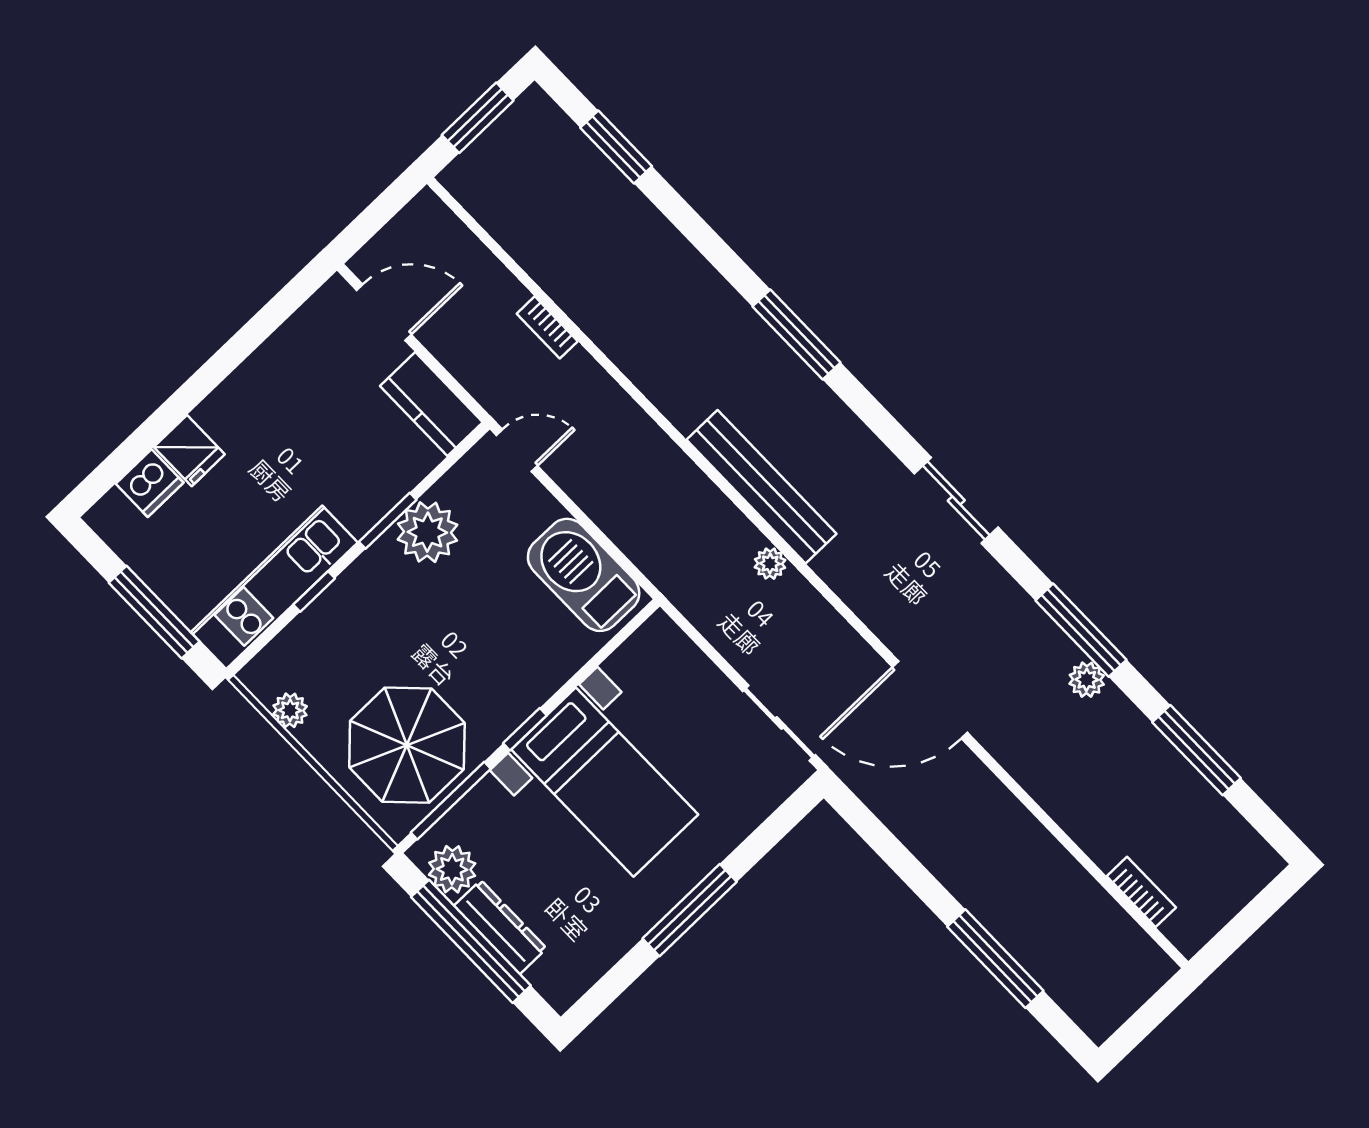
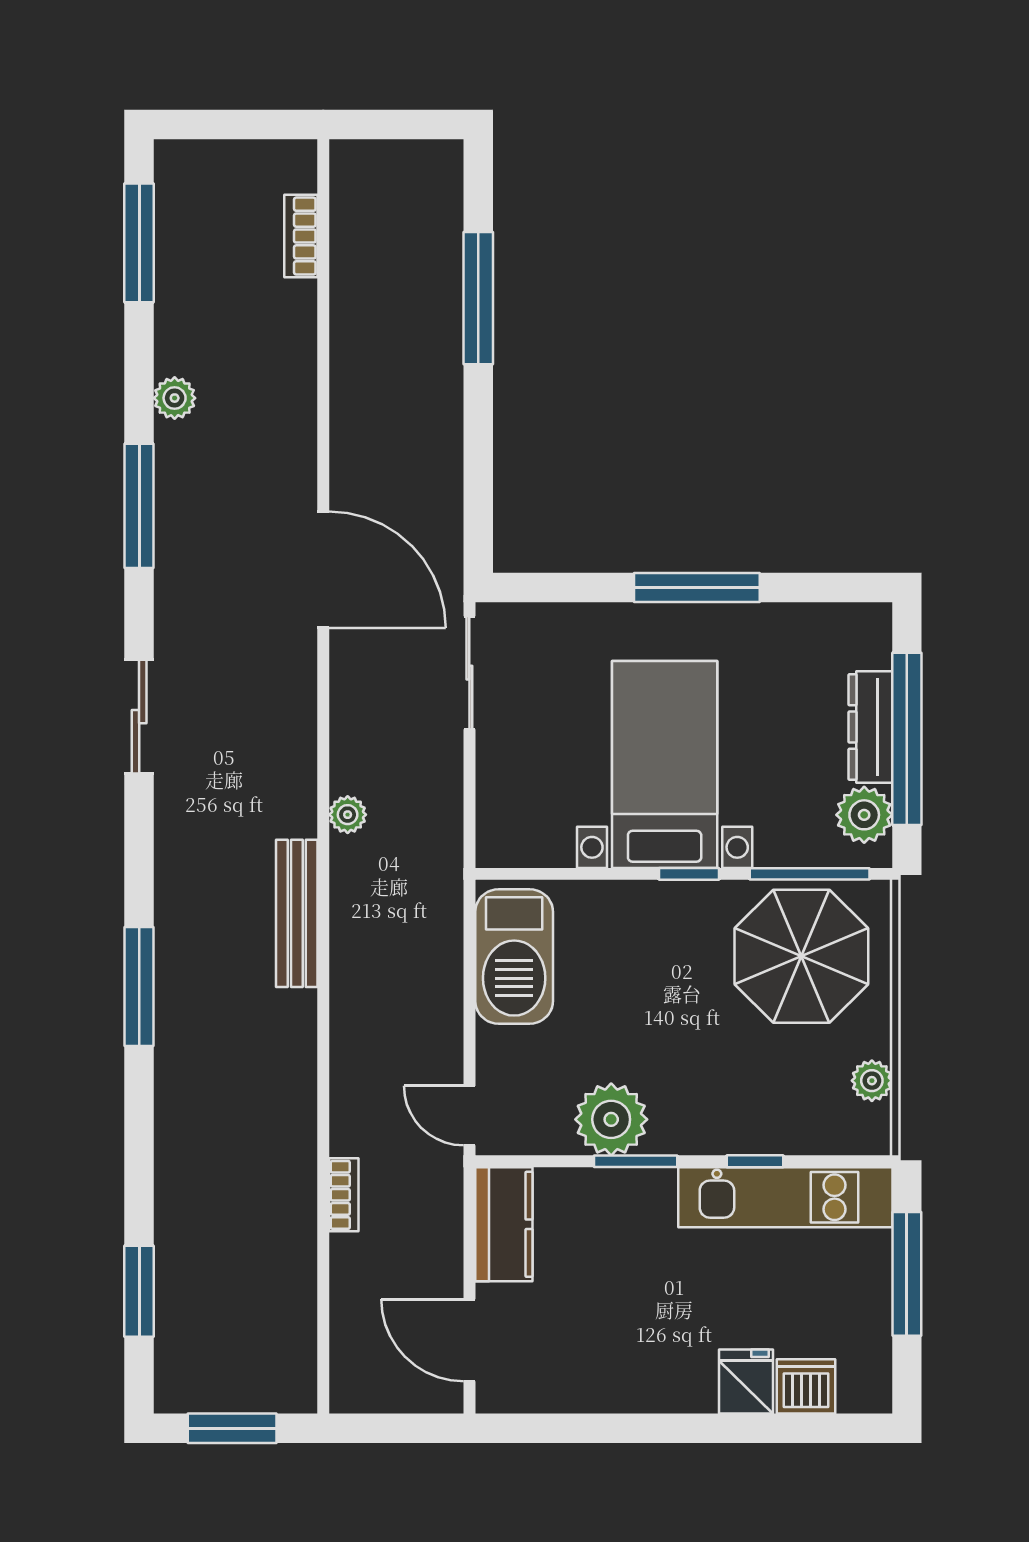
bench: (761, 487) -> (297, 913), width x0.73, depth x0.82
plant: (1087, 680) -> (175, 398), moved
window: (1196, 750) -> (139, 243), moved

